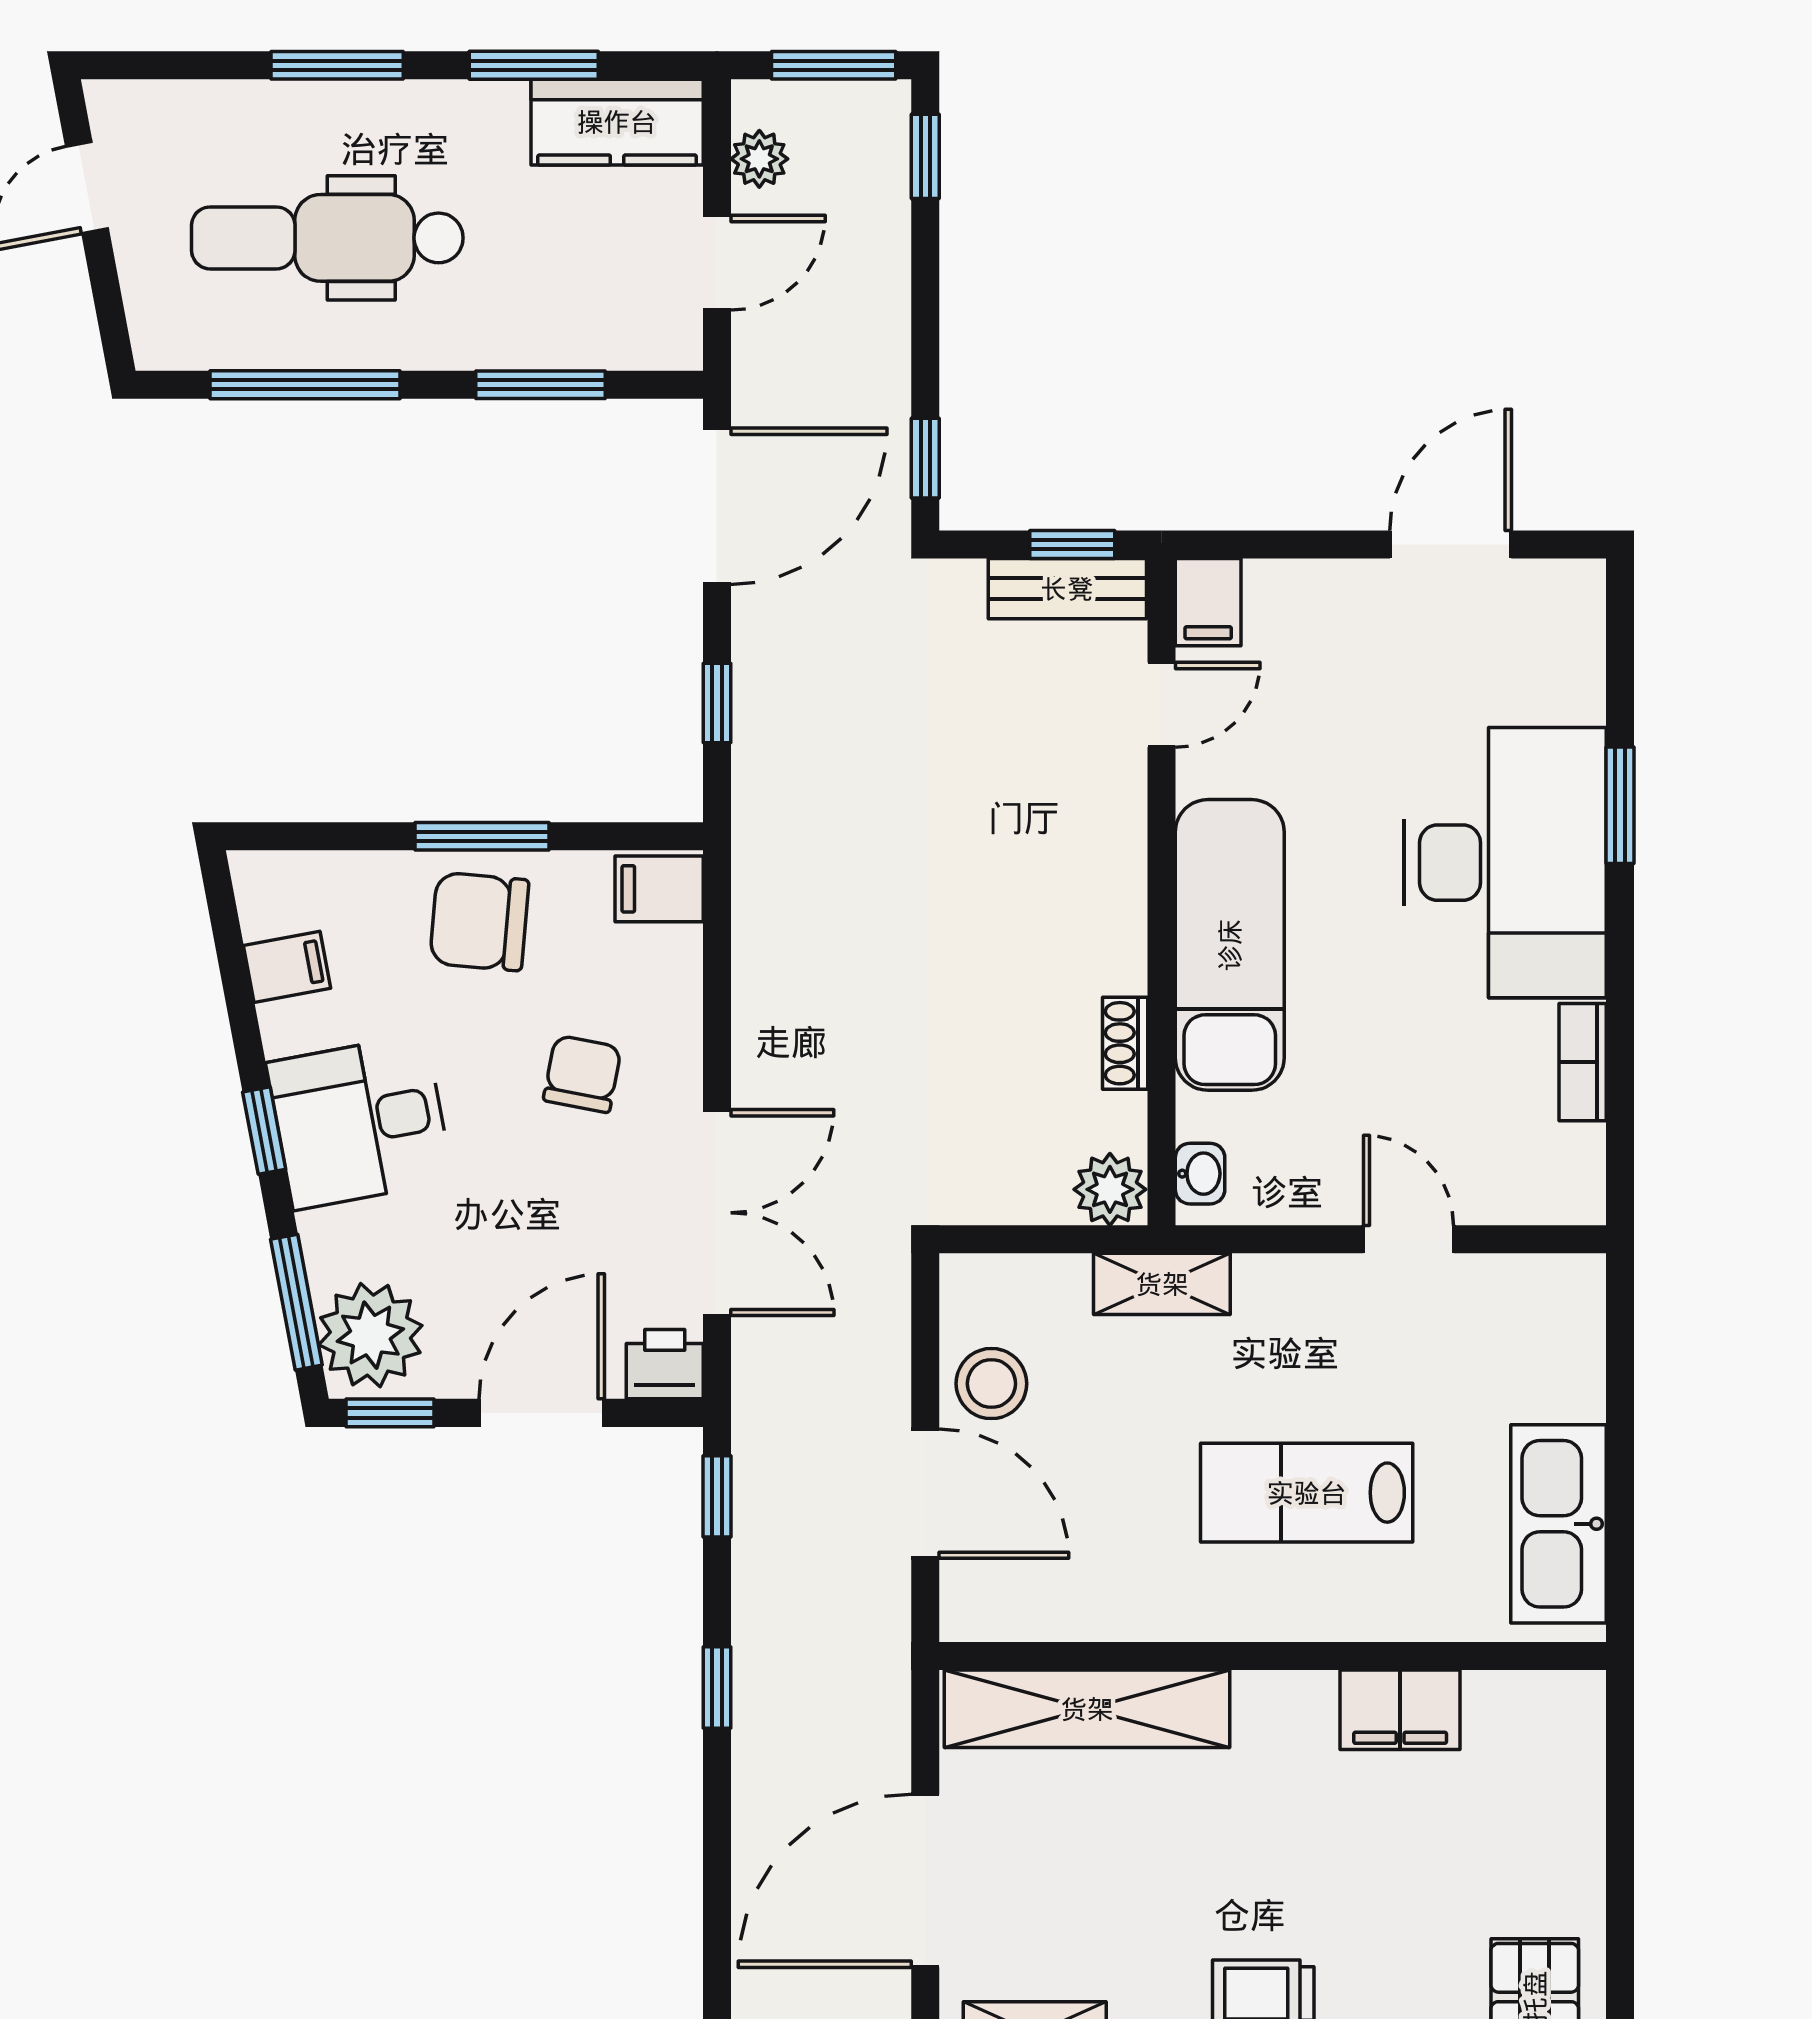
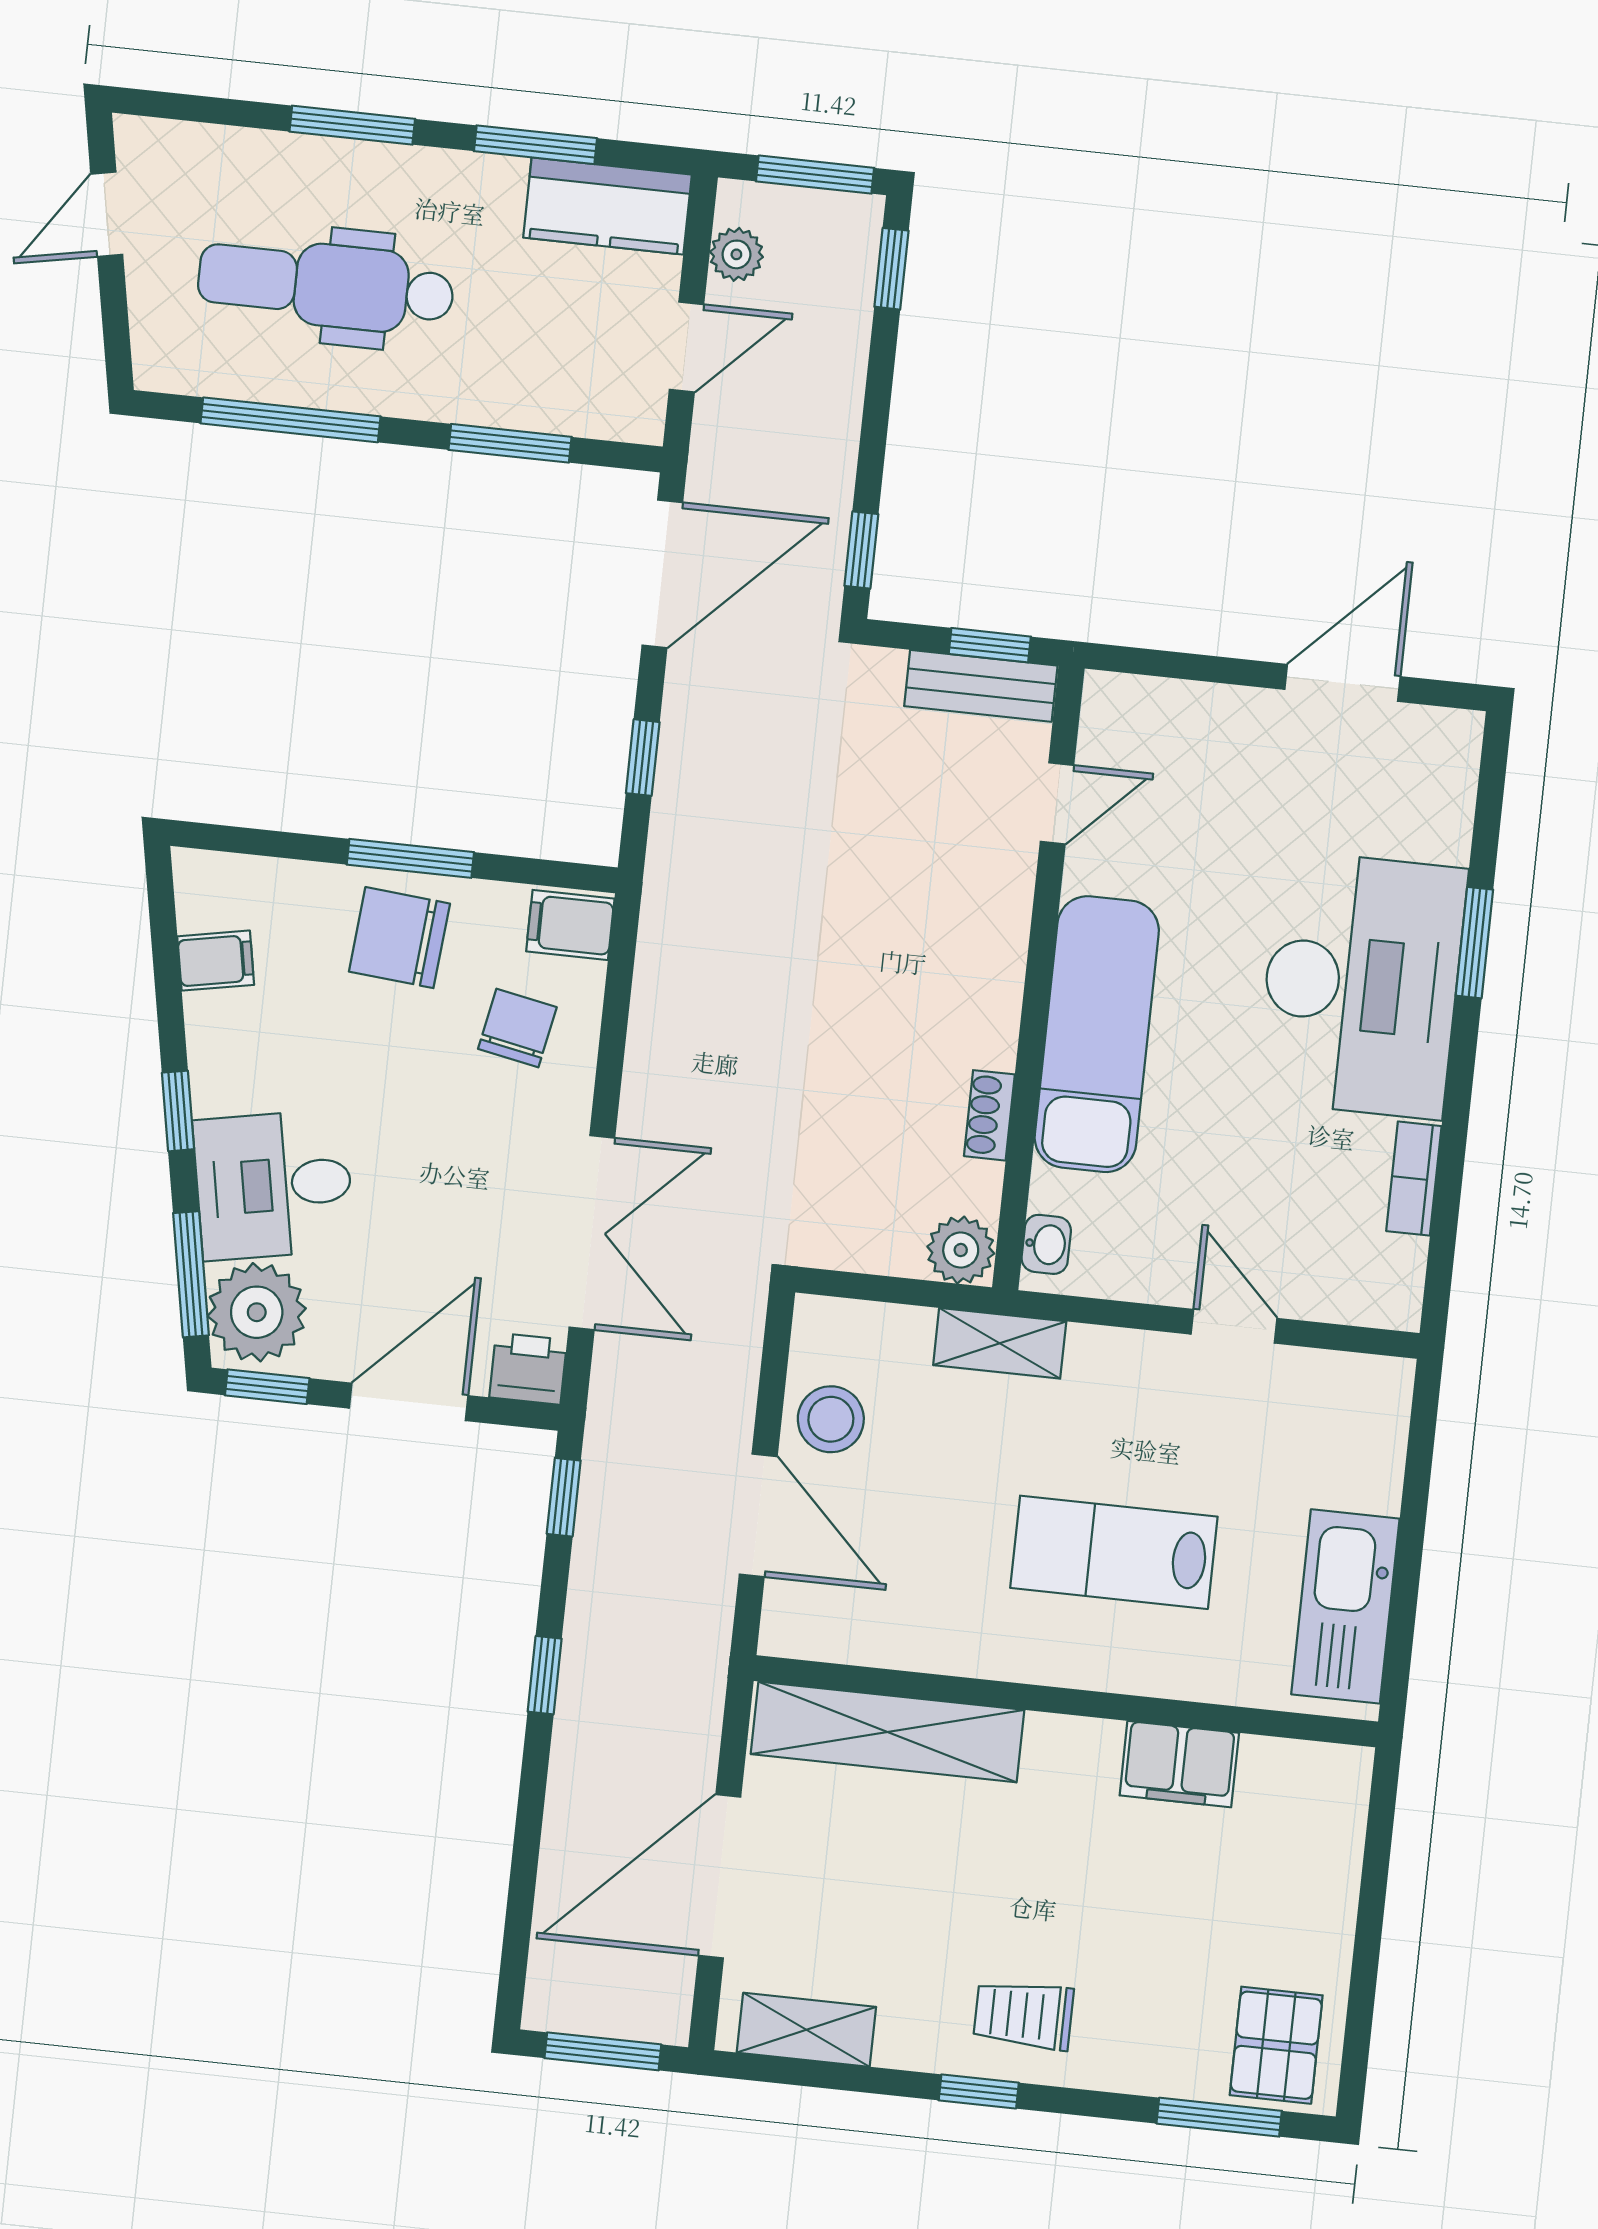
filing cabinet: (1208, 602) -> (1111, 712), removed
chair: (582, 1074) -> (517, 1028), moved
desk: (360, 1122) -> (274, 1185), moved

